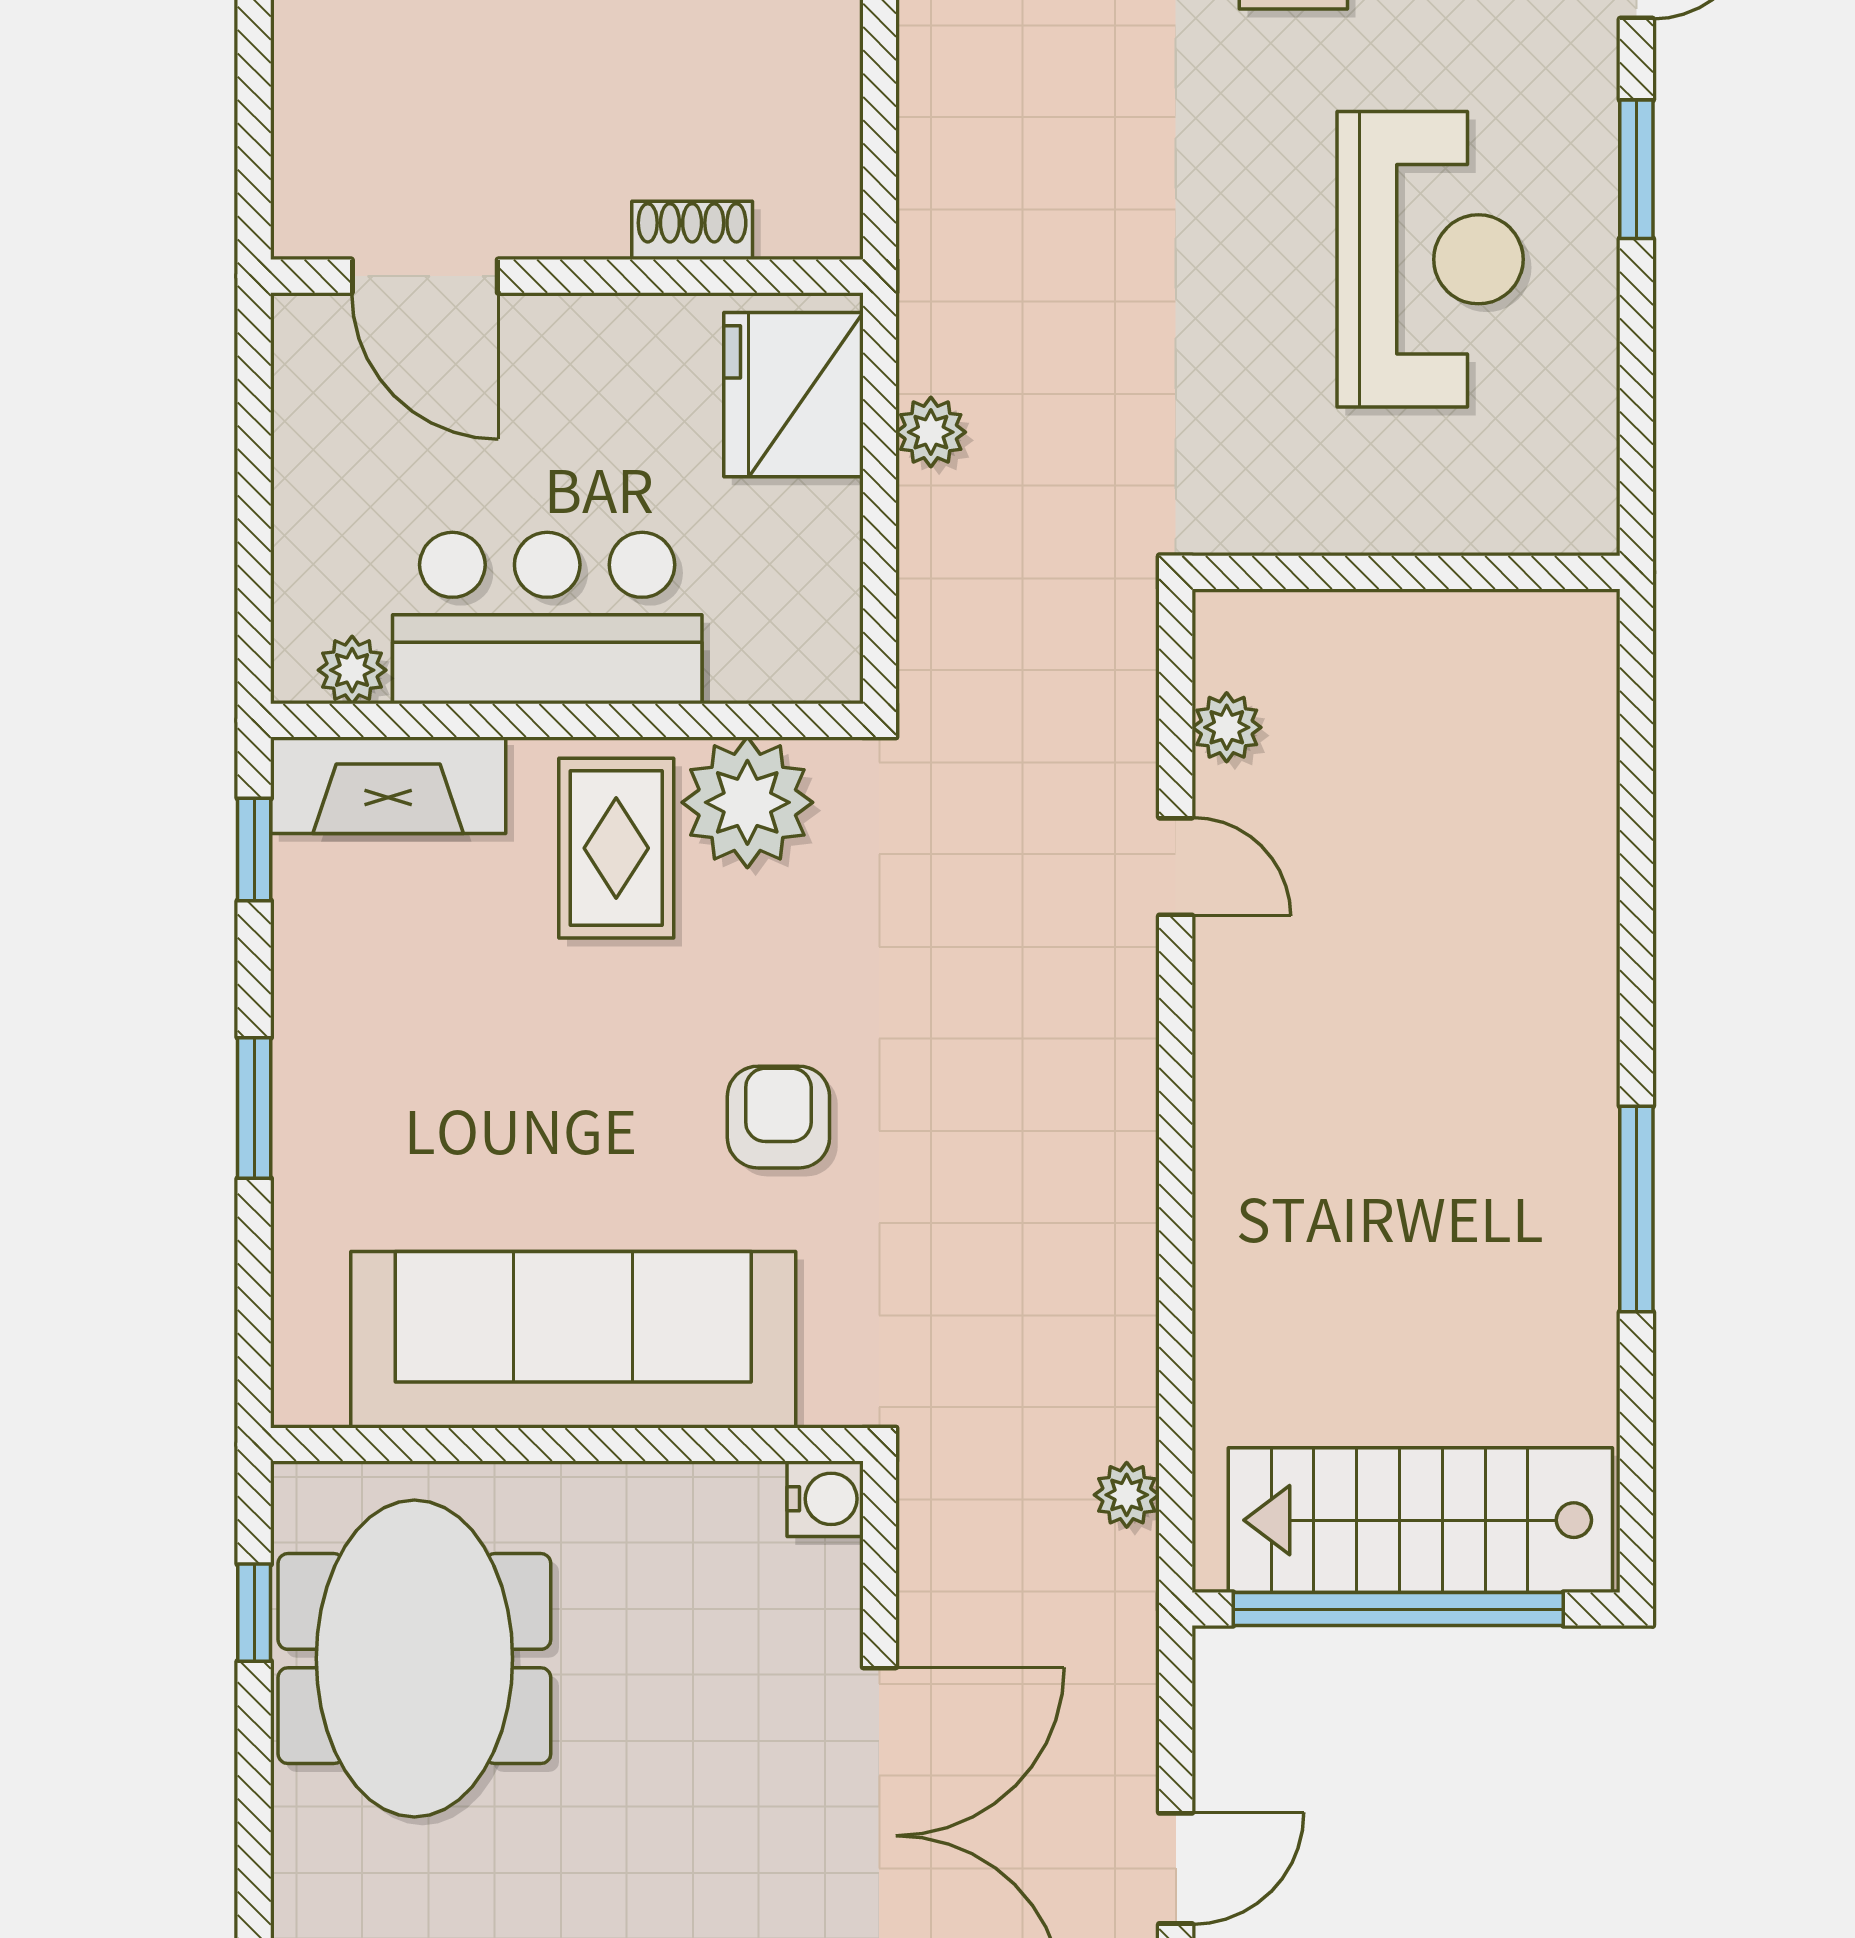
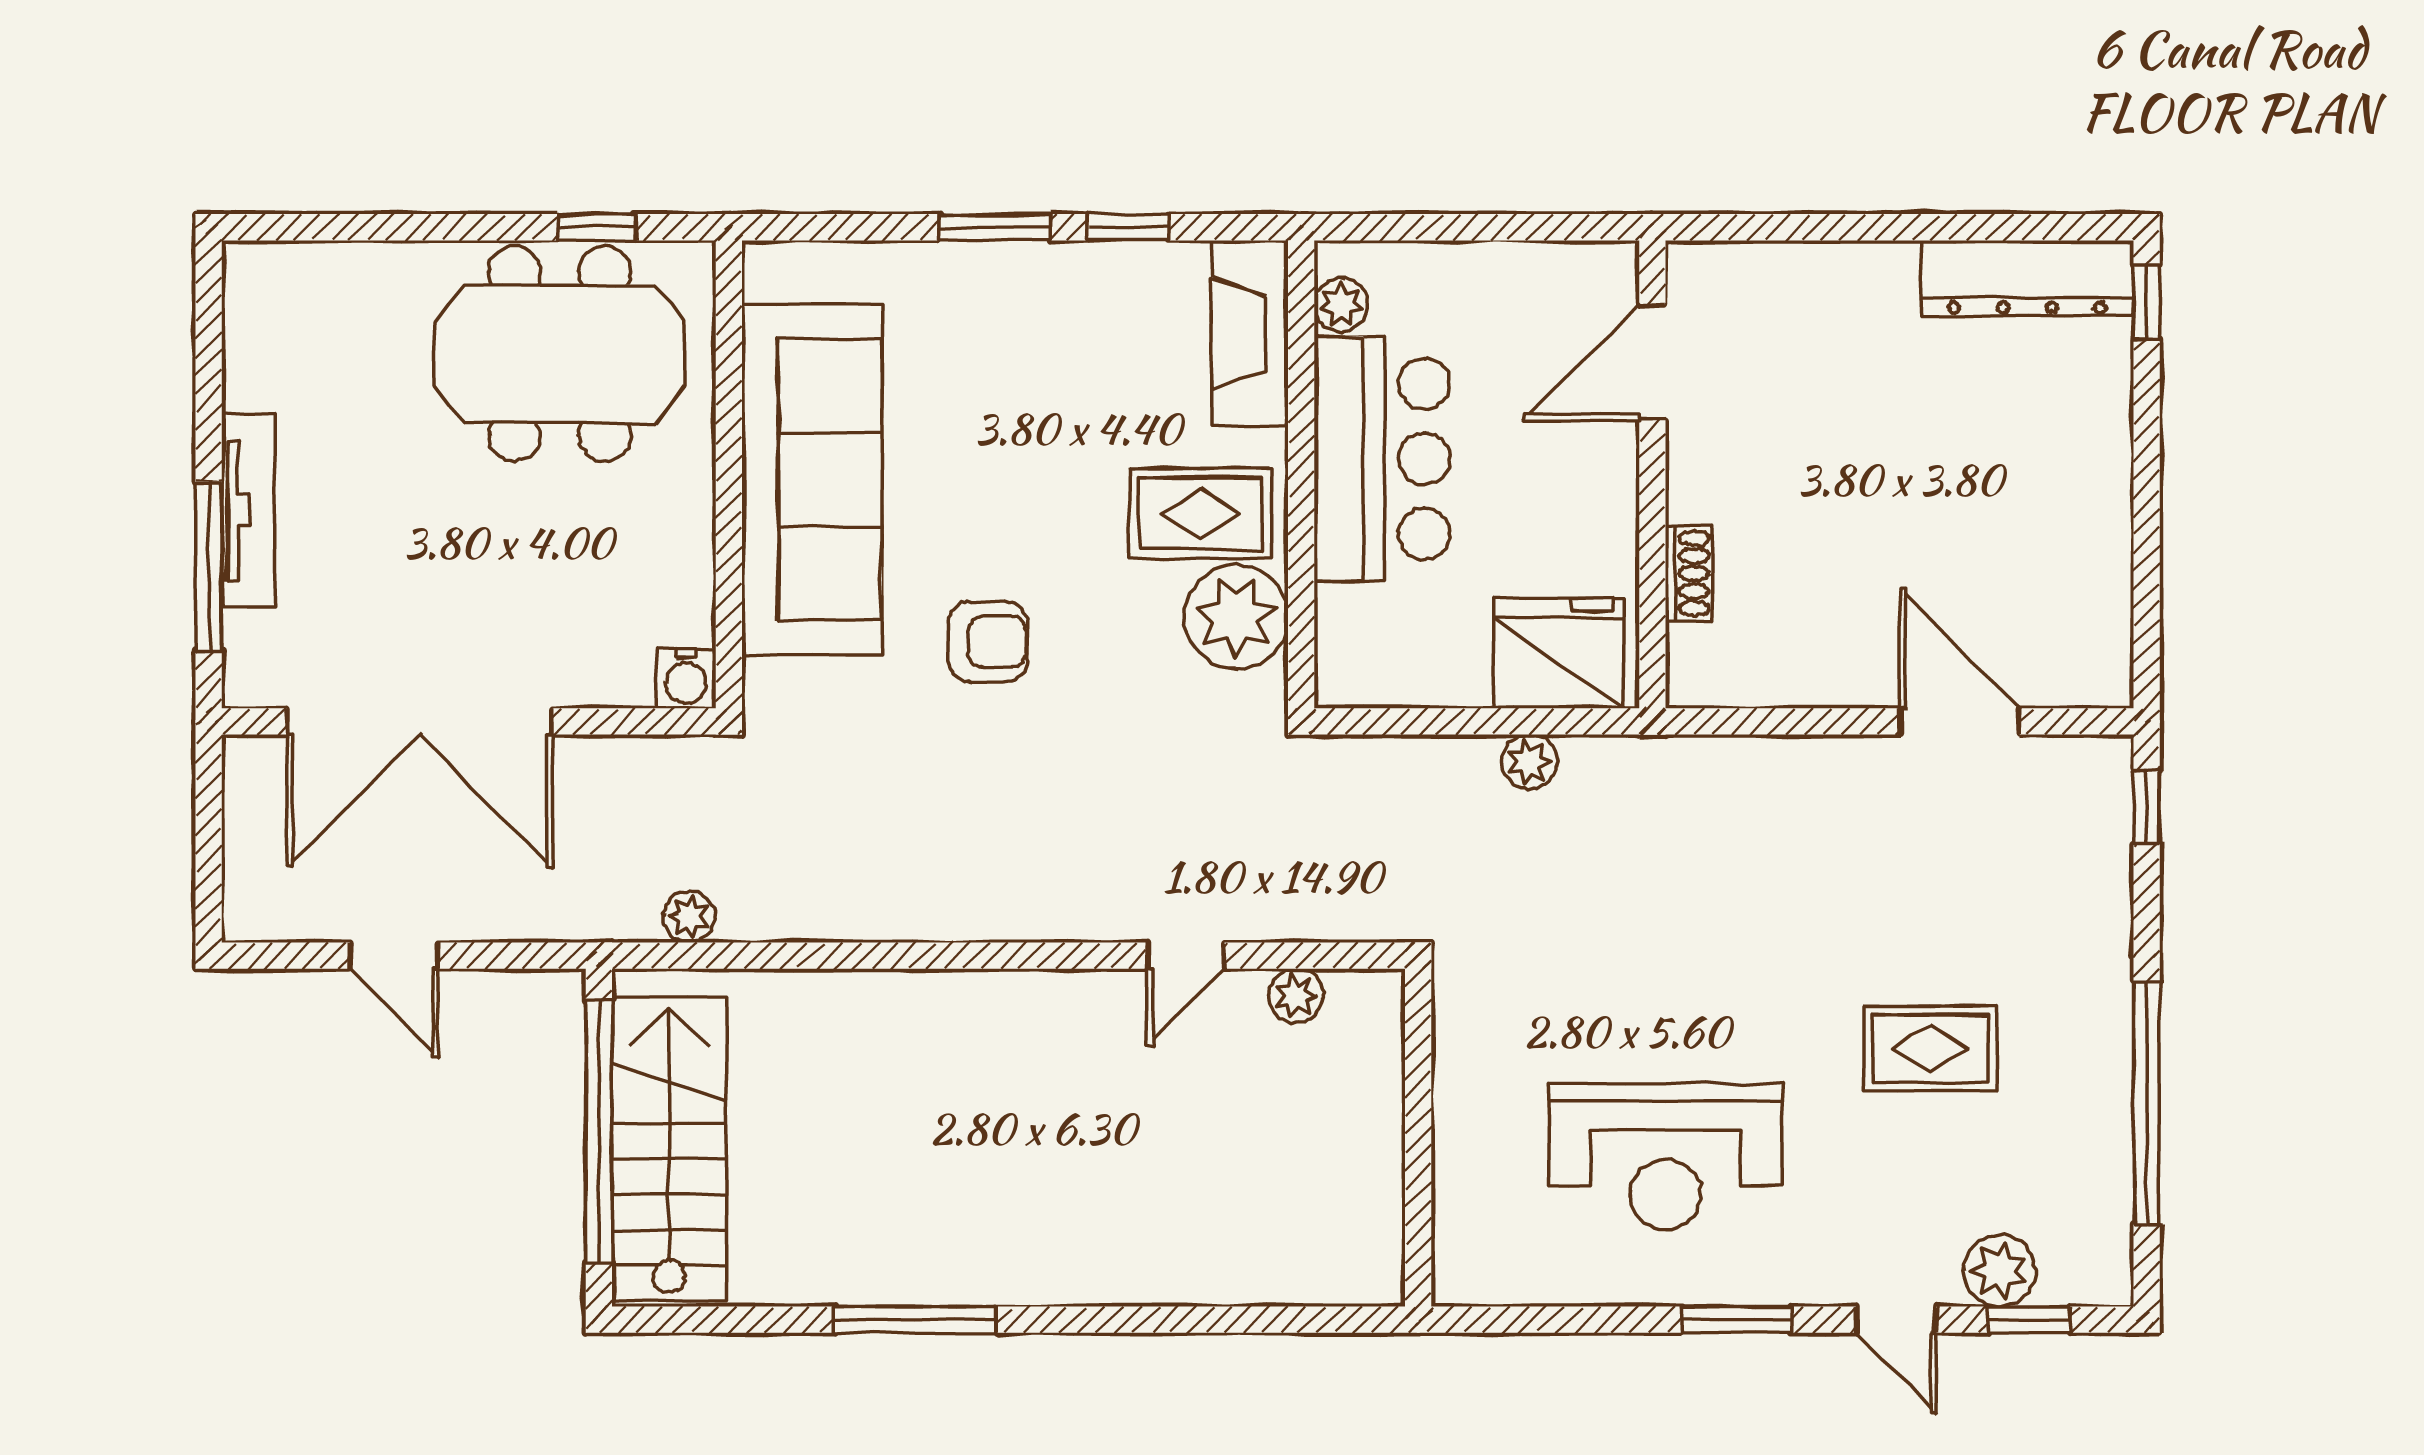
window: (254, 850) -> (1128, 227), moved

